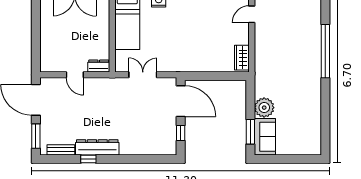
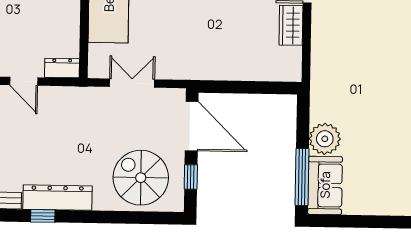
wardrobe: (242, 58) -> (291, 25), moved
window: (250, 132) -> (302, 177), width x1.44
spiral stairs: (149, 134) -> (141, 178), added

